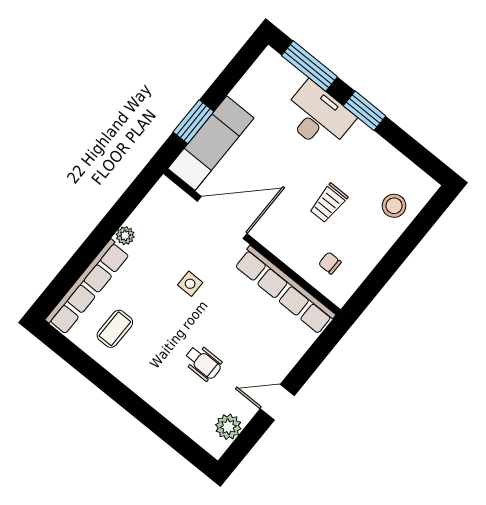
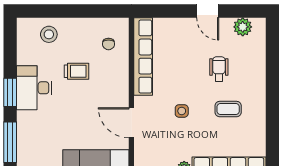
desk: (318, 117) -> (34, 88), moved
door: (222, 218) -> (131, 123), width x0.73
coffee table: (115, 329) -> (228, 109), moved

